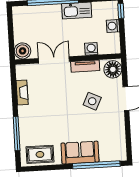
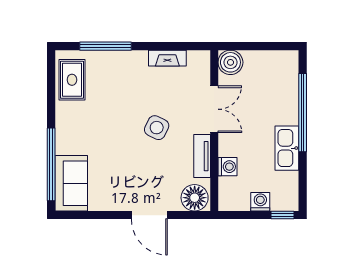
side table: (92, 101) -> (157, 128), moved
sofa: (80, 153) -> (71, 183), moved

